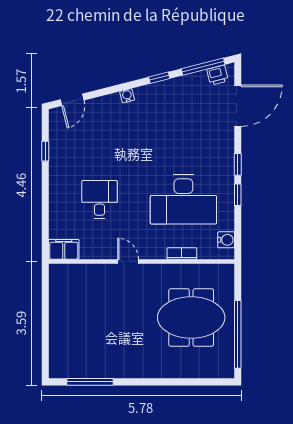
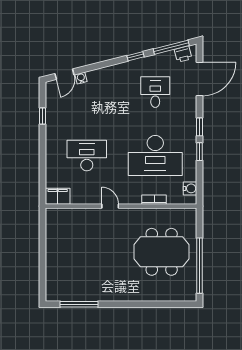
water cooler: (127, 96) -> (81, 78), moved
desk: (183, 122) -> (155, 92), added
desk: (100, 199) -> (87, 155), width x1.37

